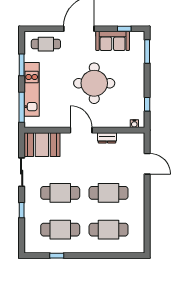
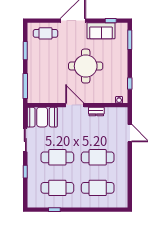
kitchen unit: (32, 89) -> (34, 71), removed

